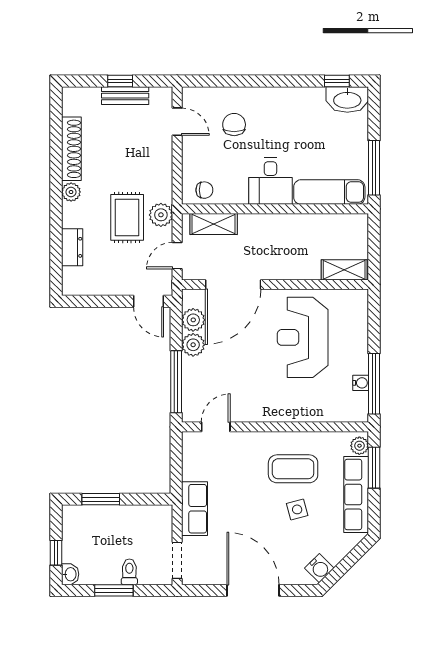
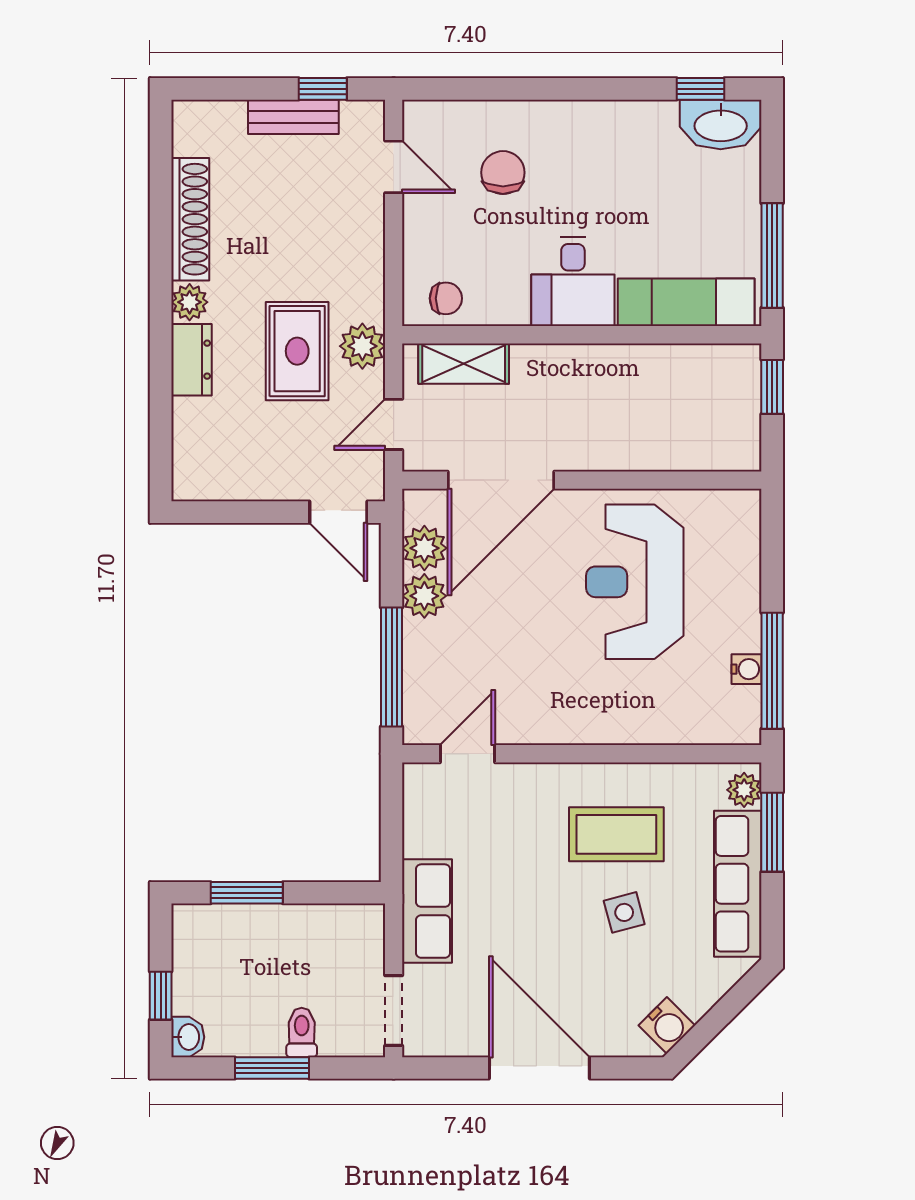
window: (120, 81) -> (323, 89), moved
window: (374, 236) -> (772, 387), added
dresser: (72, 247) -> (191, 360), moved
shelving: (344, 270) -> (714, 452), removed

